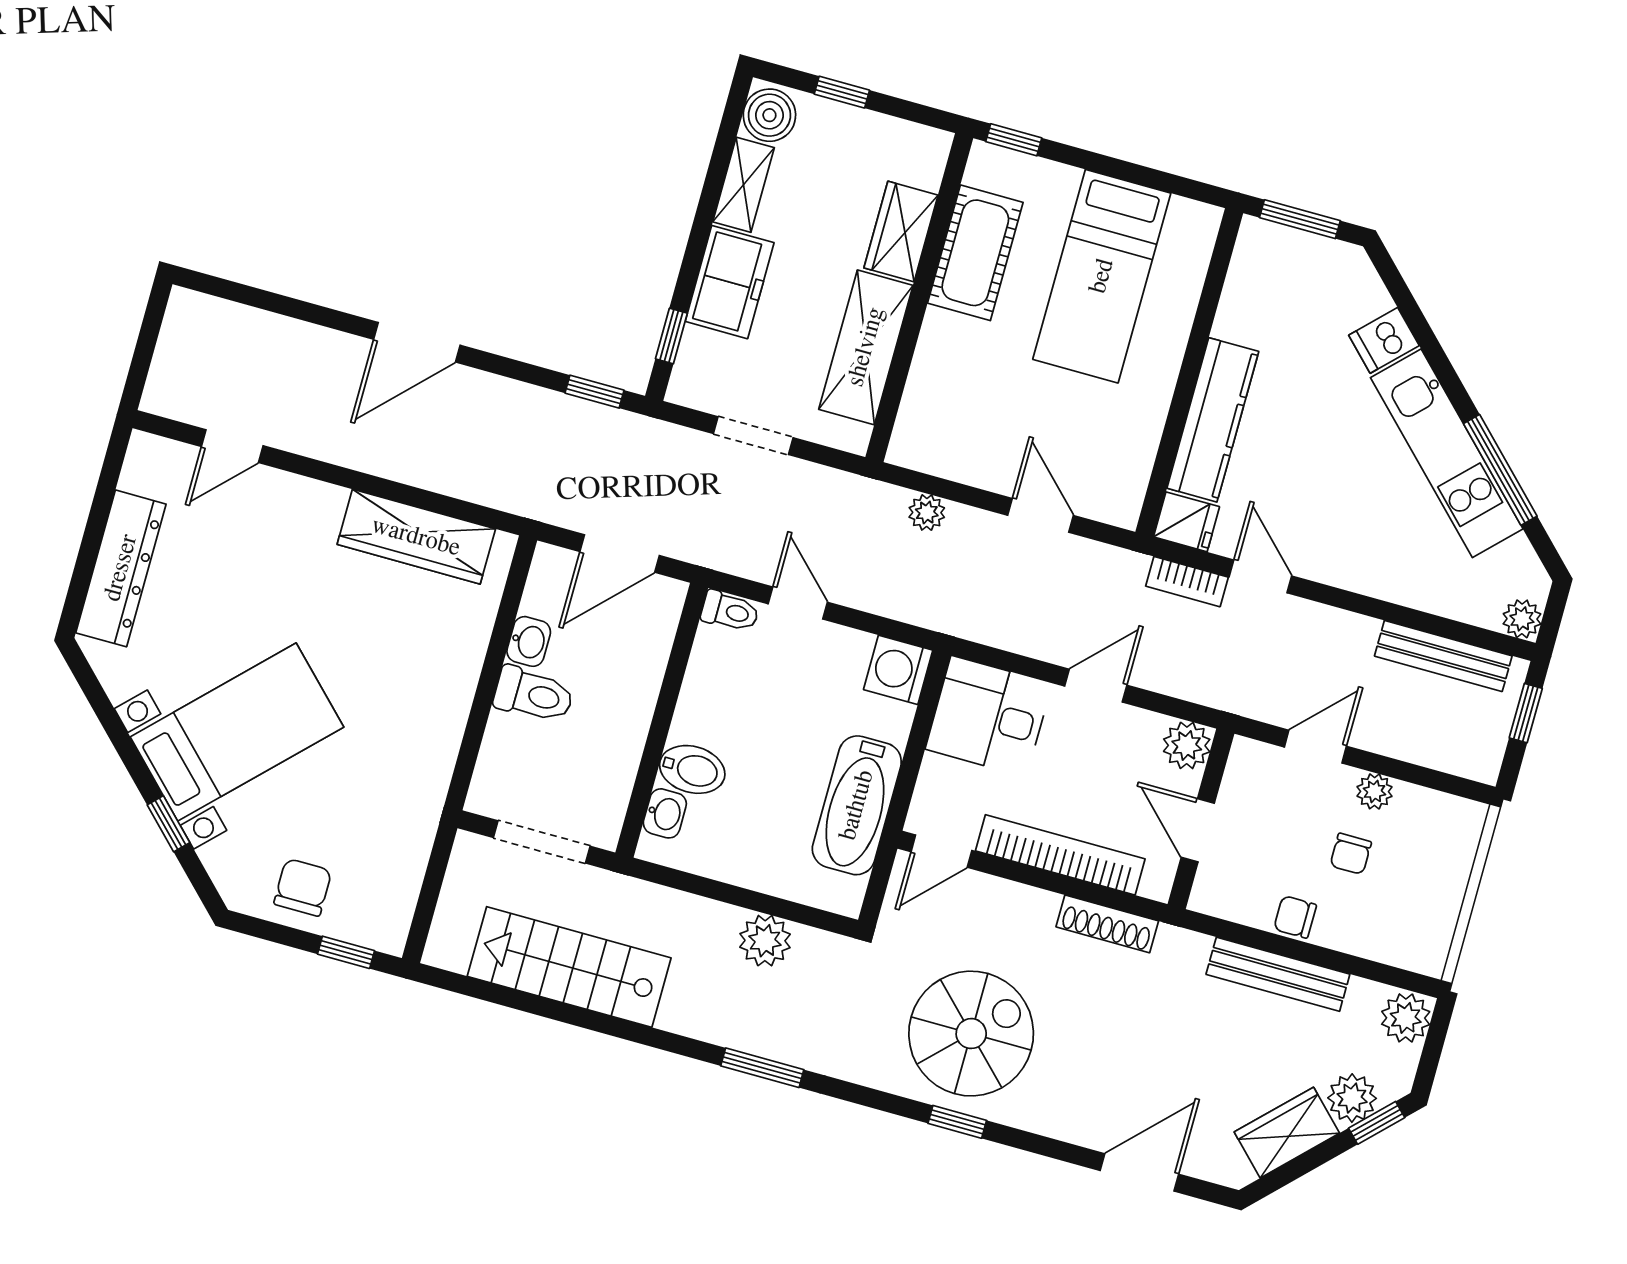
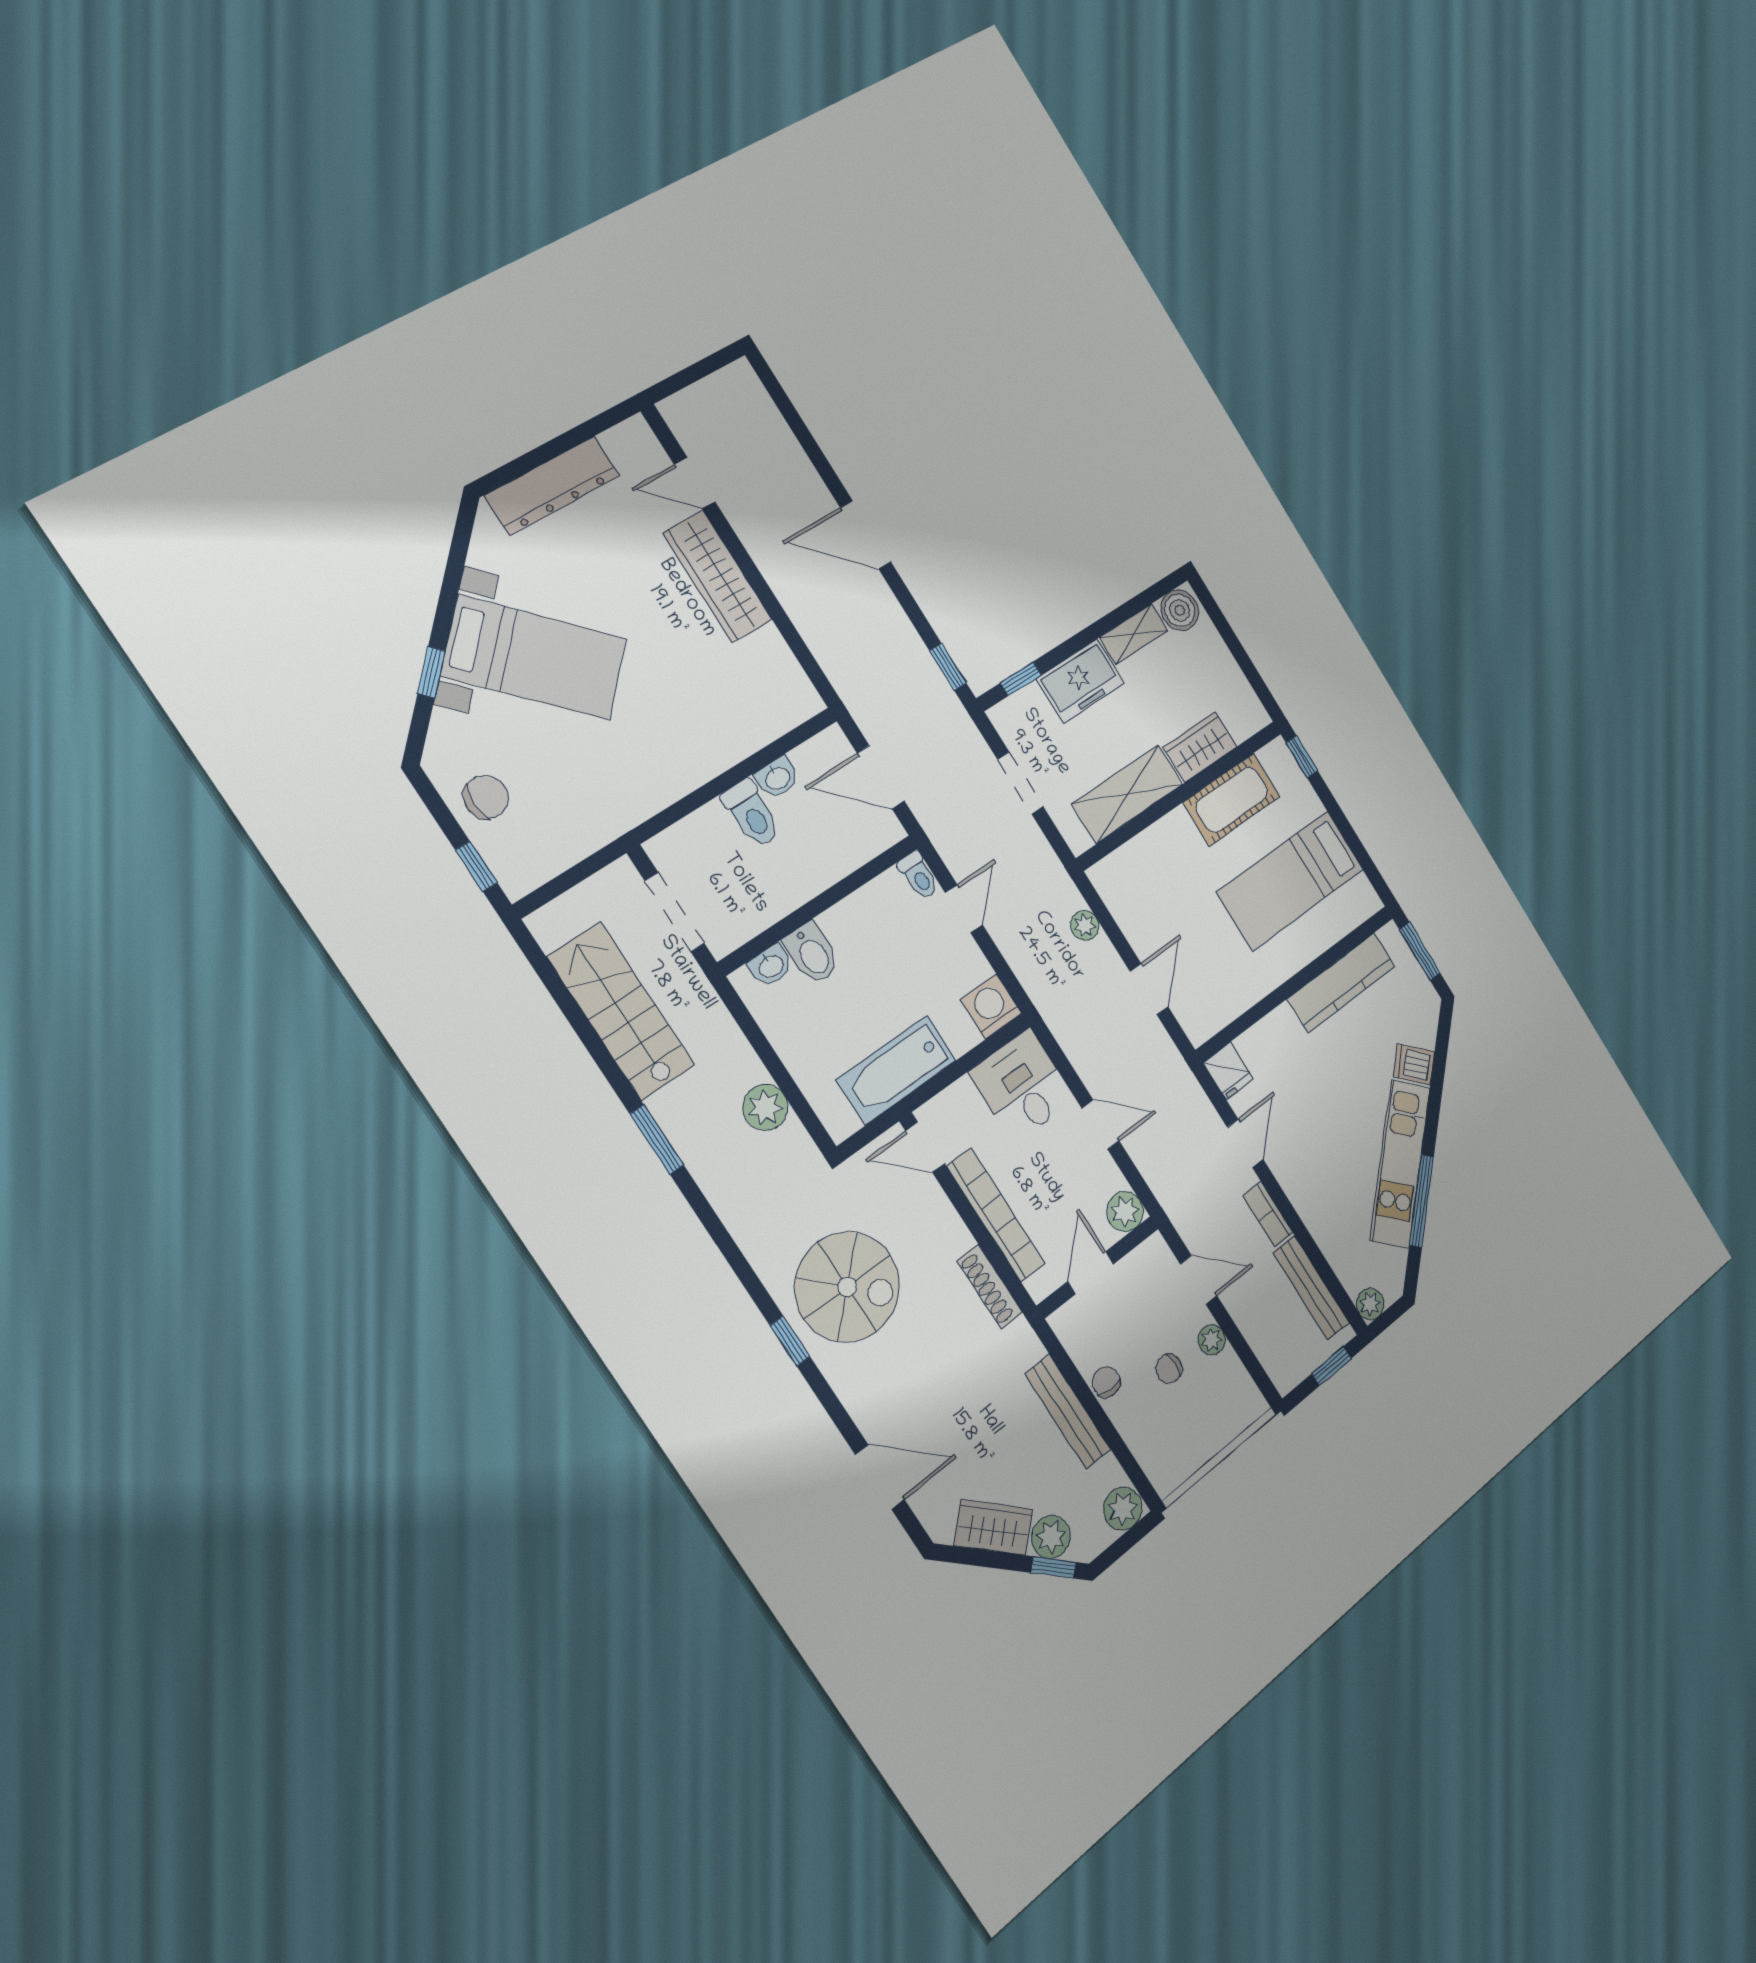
window: (842, 92) -> (1230, 638), removed
kitchen counter: (1213, 420) -> (1341, 982), moved
wardrobe: (416, 537) -> (717, 576), moved
bookcase: (1187, 582) -> (1268, 1214), moved
window: (762, 1068) -> (657, 1139), moved

